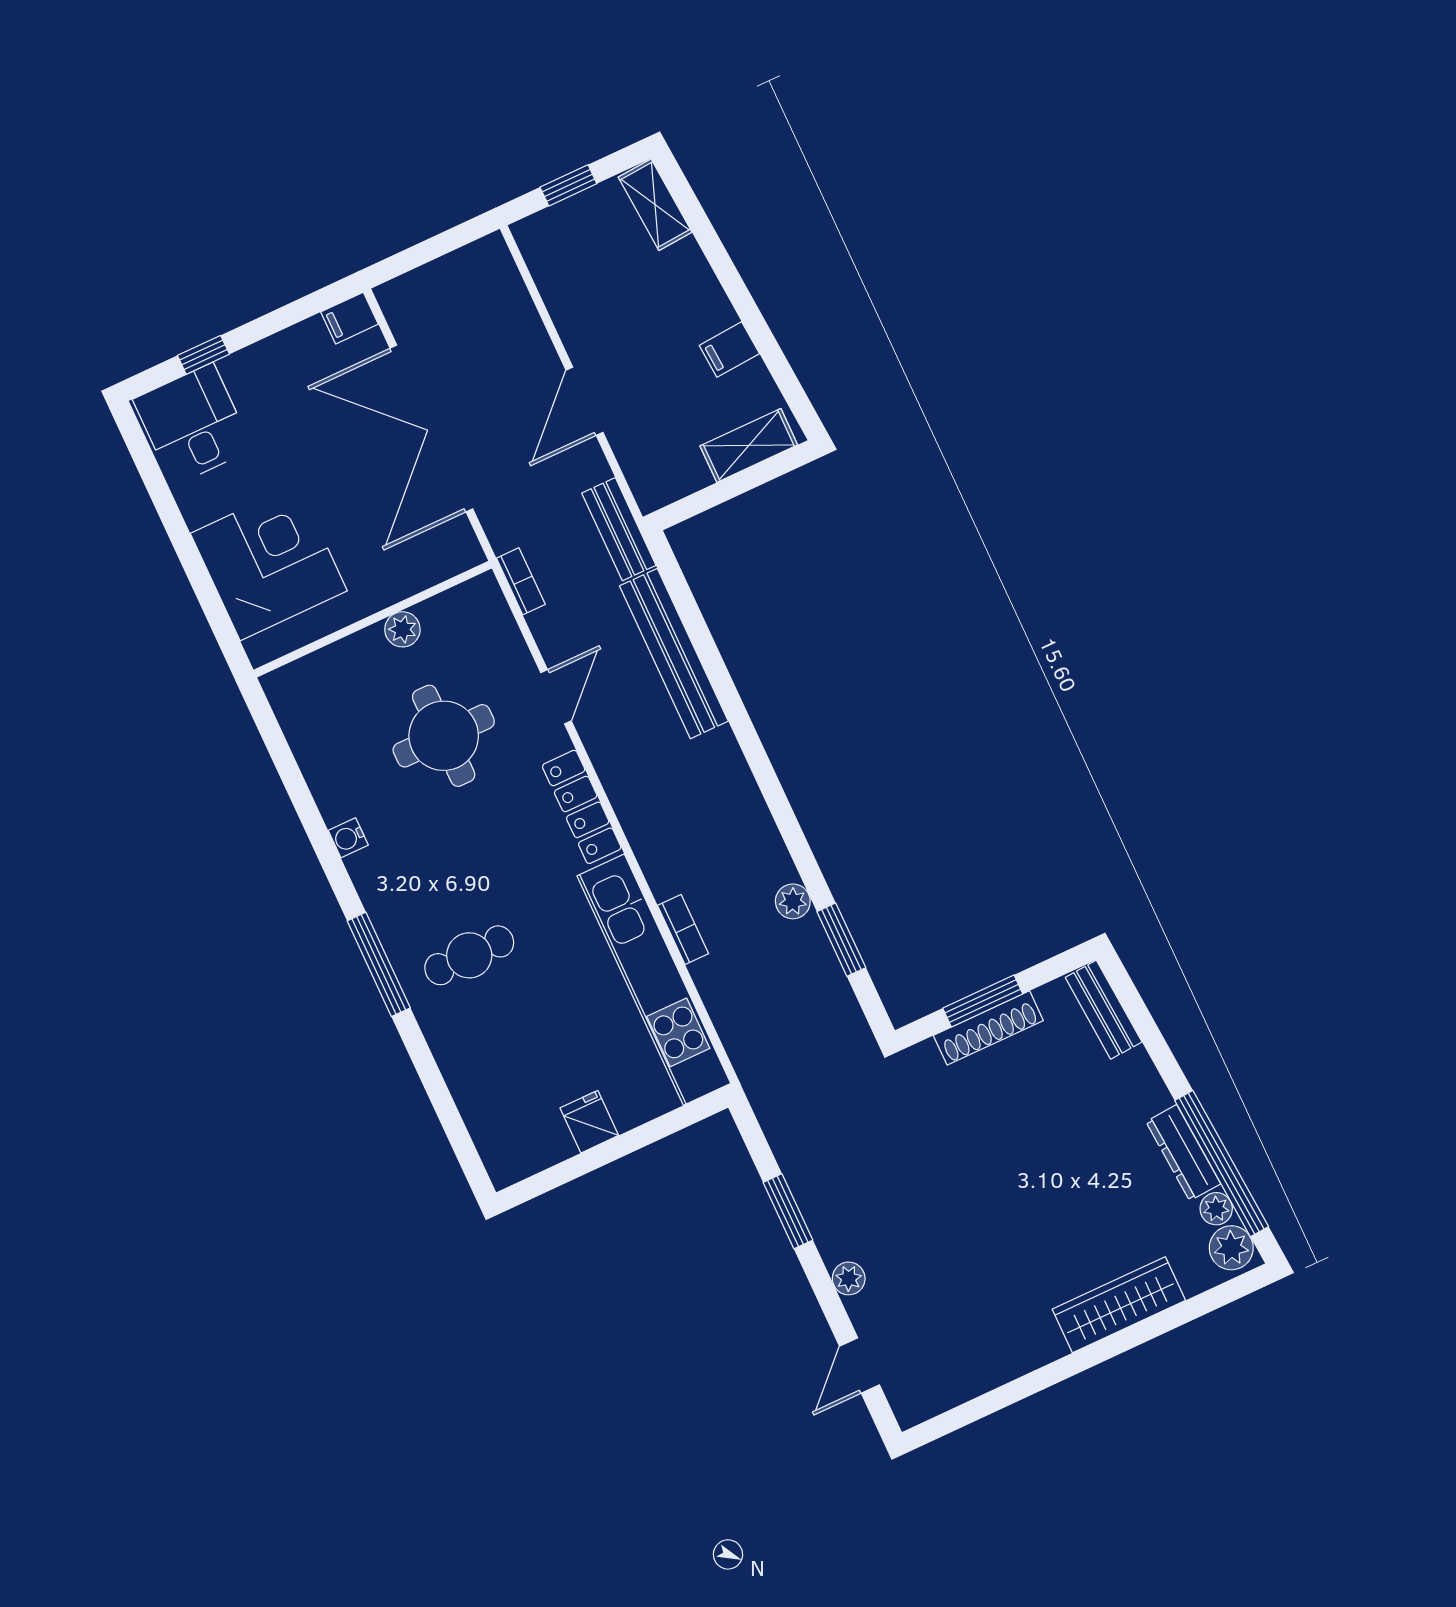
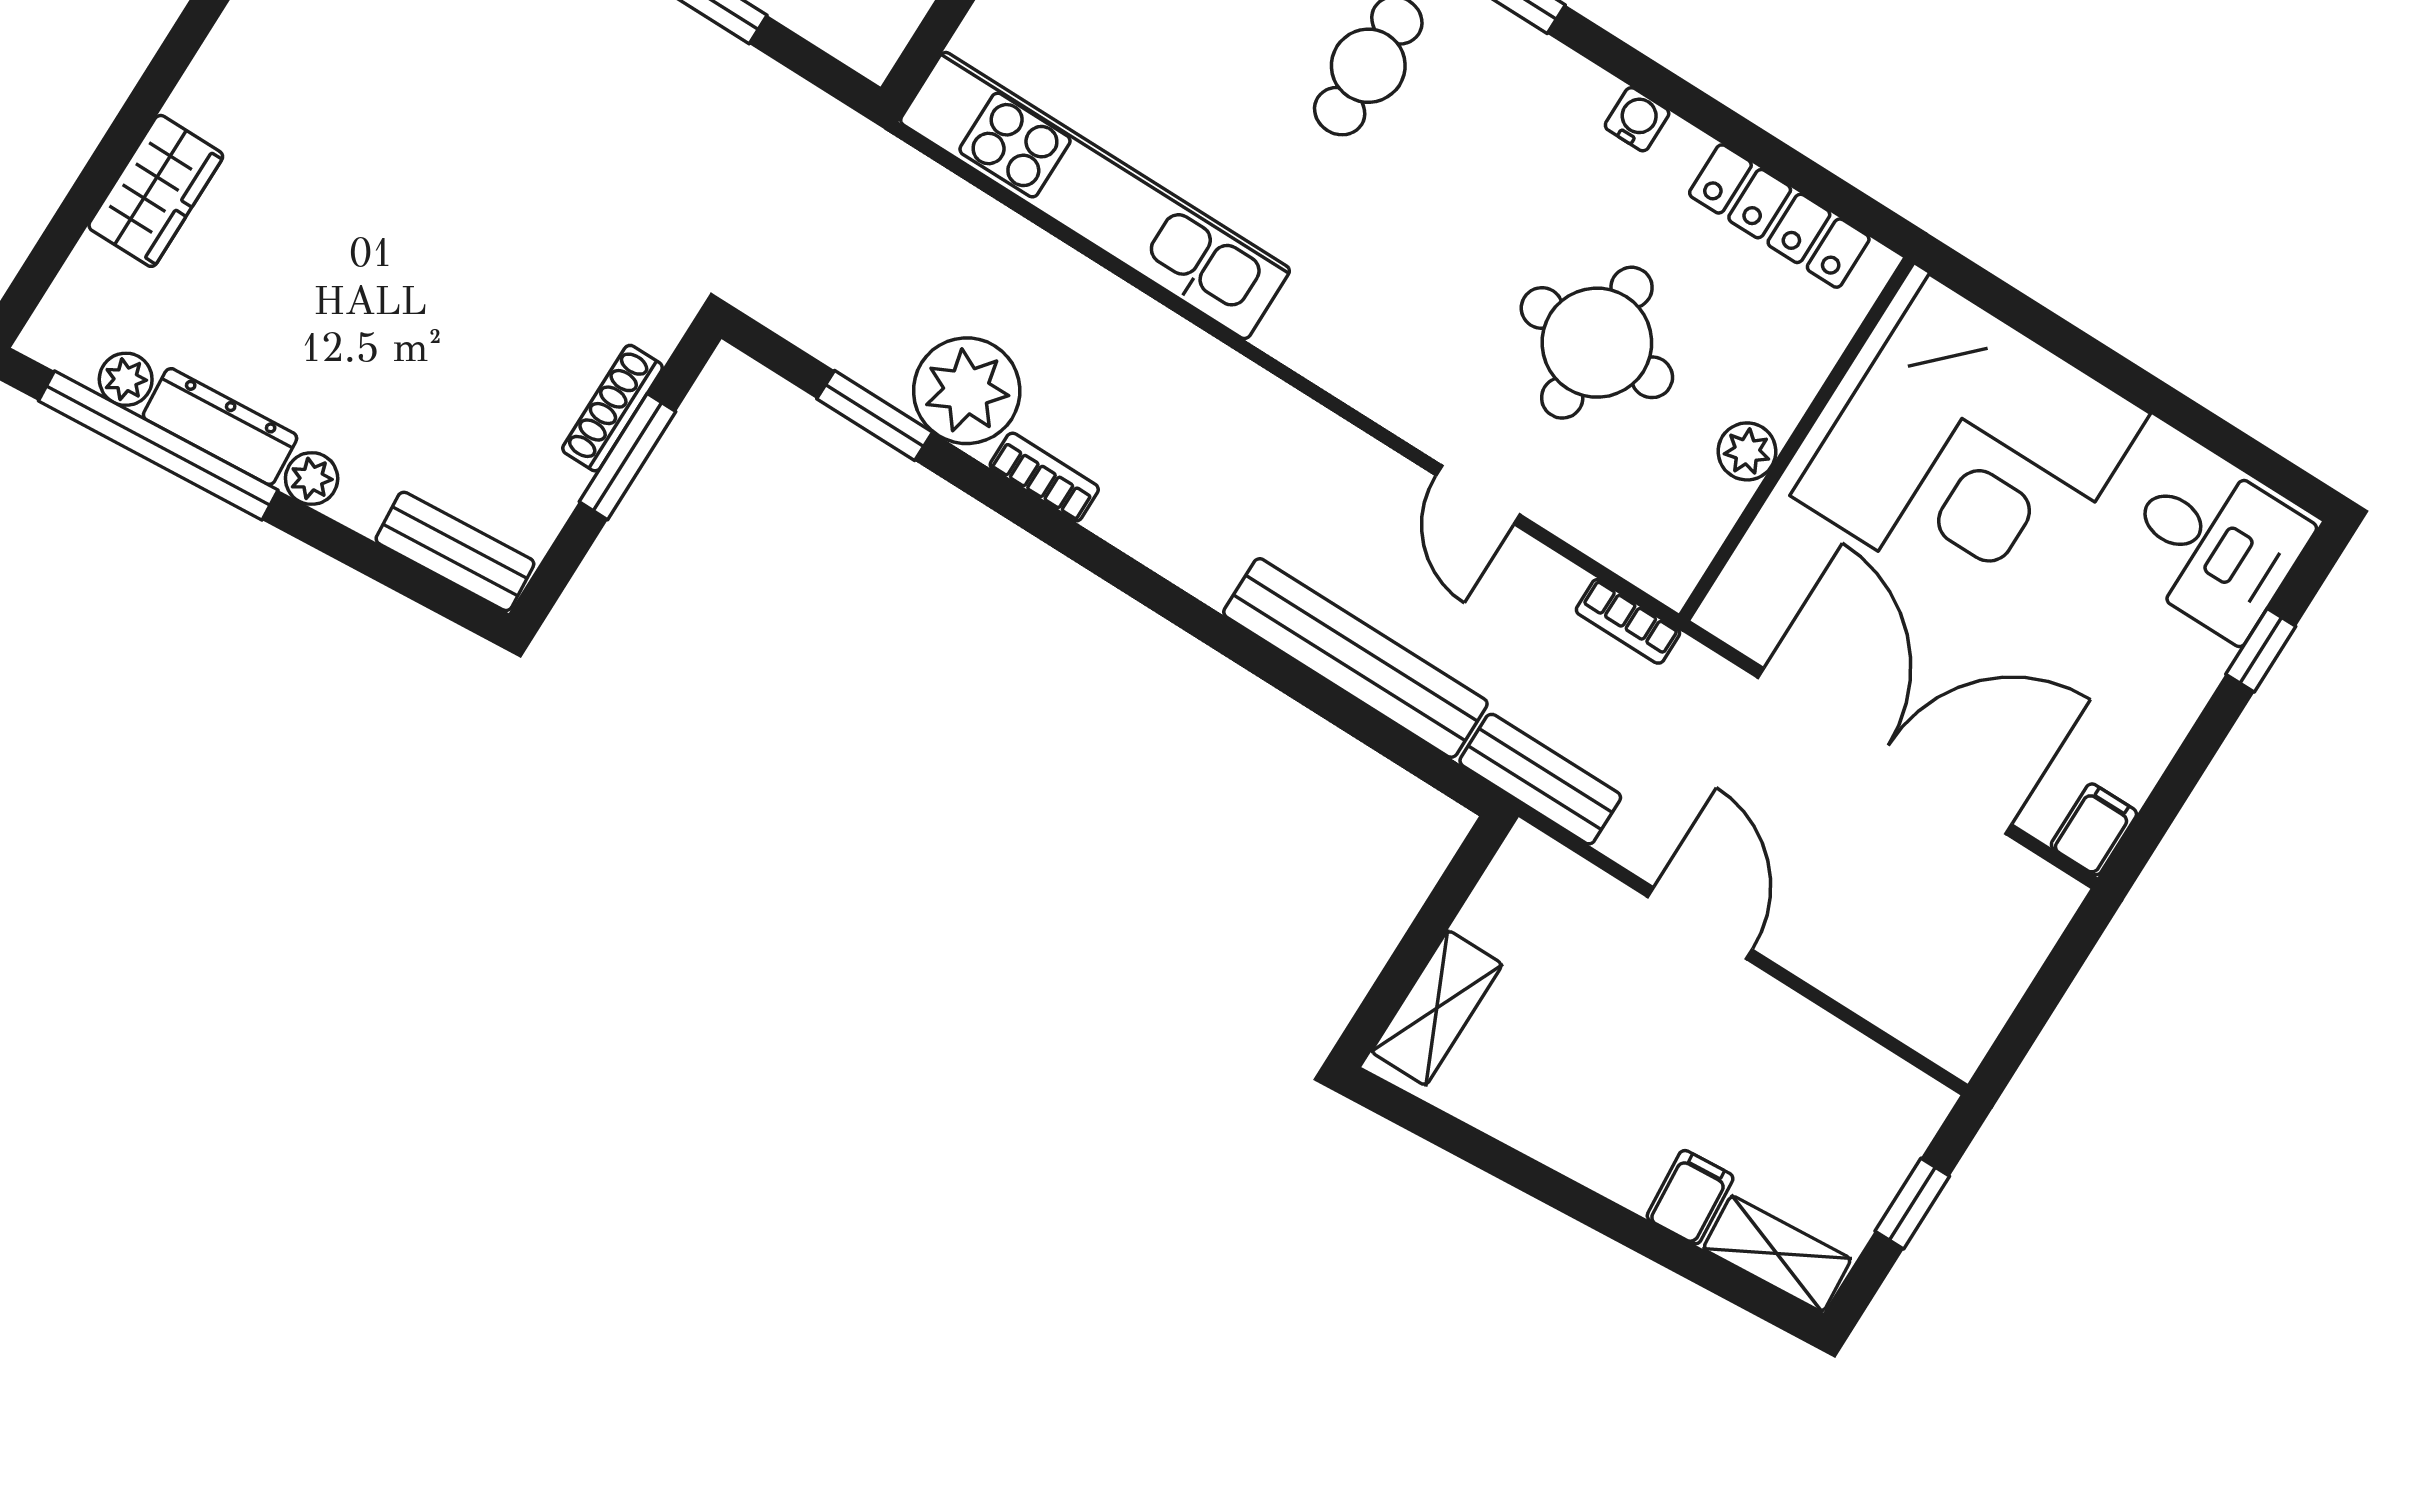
filing cabinet: (729, 349) -> (1690, 1197), moved
corner desk: (269, 562) -> (1970, 454), width x1.36, depth x1.36
locker: (582, 807) -> (1779, 216), moved, turned 180
plant: (793, 901) -> (967, 391), width x1.88, depth x1.88
bookcase: (683, 929) -> (1044, 477), moved, turned 180
shoe rack: (988, 1028) -> (613, 408), width x0.74, depth x0.81
plant: (1231, 1248) -> (312, 479), moved, width x0.73, depth x0.73
wardrobe: (1119, 1305) -> (156, 191), width x0.67

